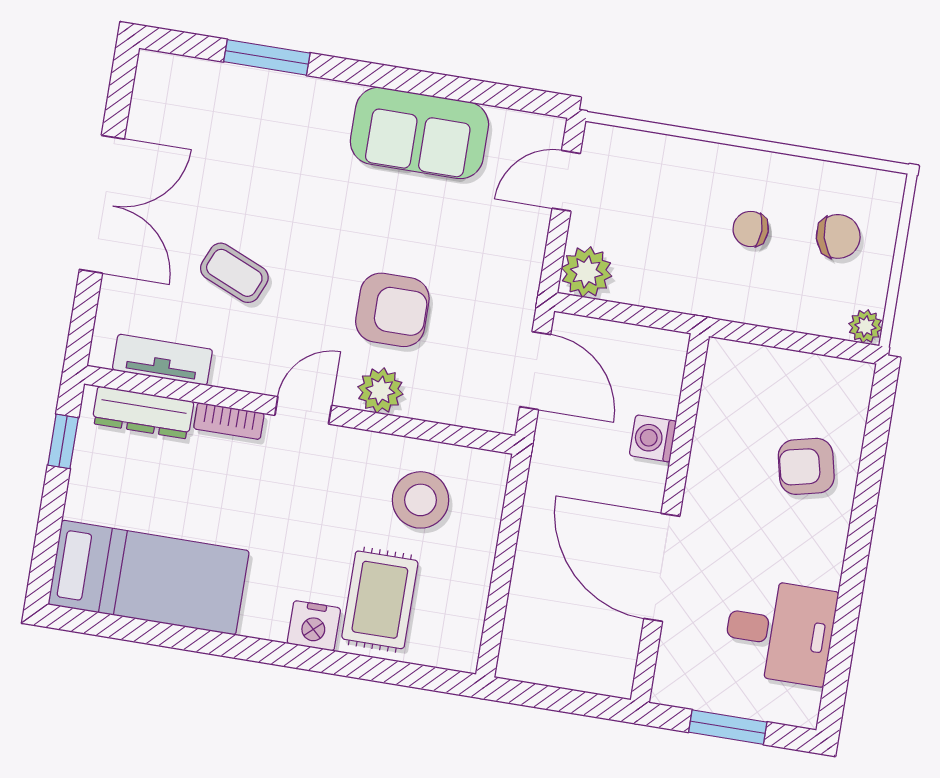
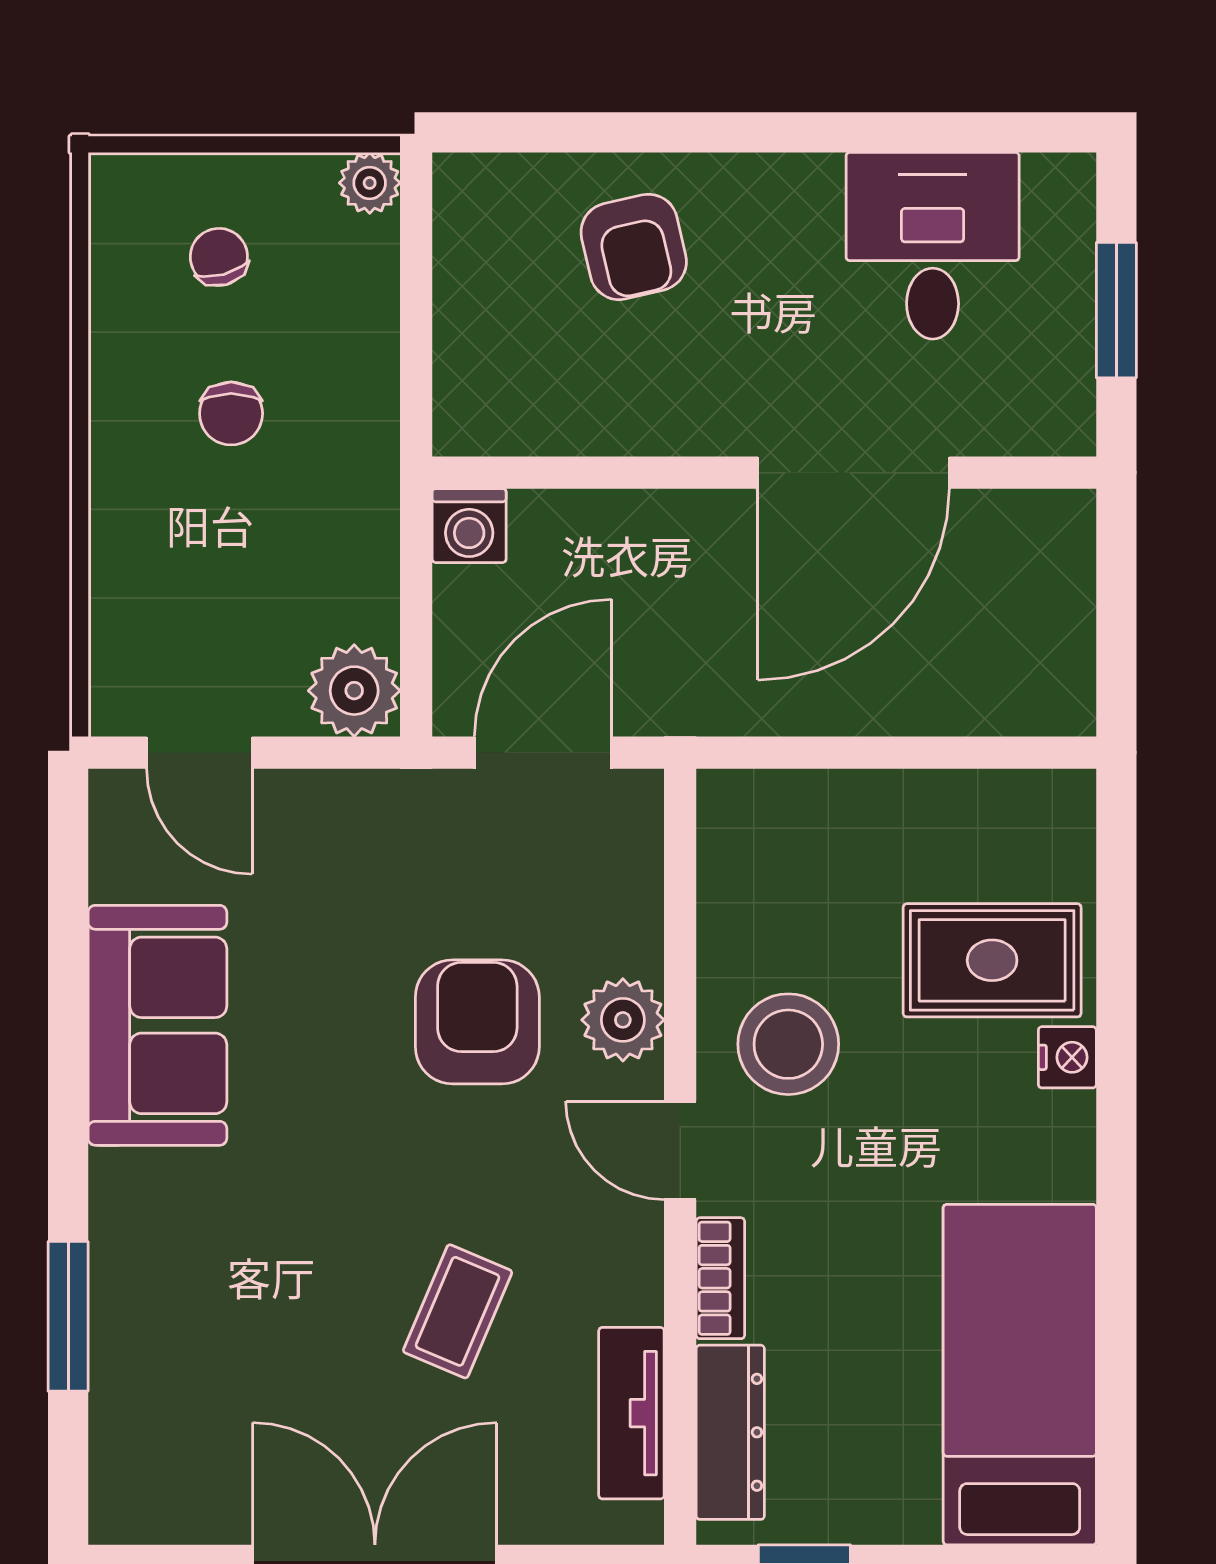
chair: (838, 236) -> (219, 257), width x0.73, depth x0.73
washing machine: (653, 438) -> (469, 526), moved
stool: (421, 500) -> (788, 1044), moved
nightstand: (314, 626) -> (1067, 1057), width x0.72, depth x0.74

